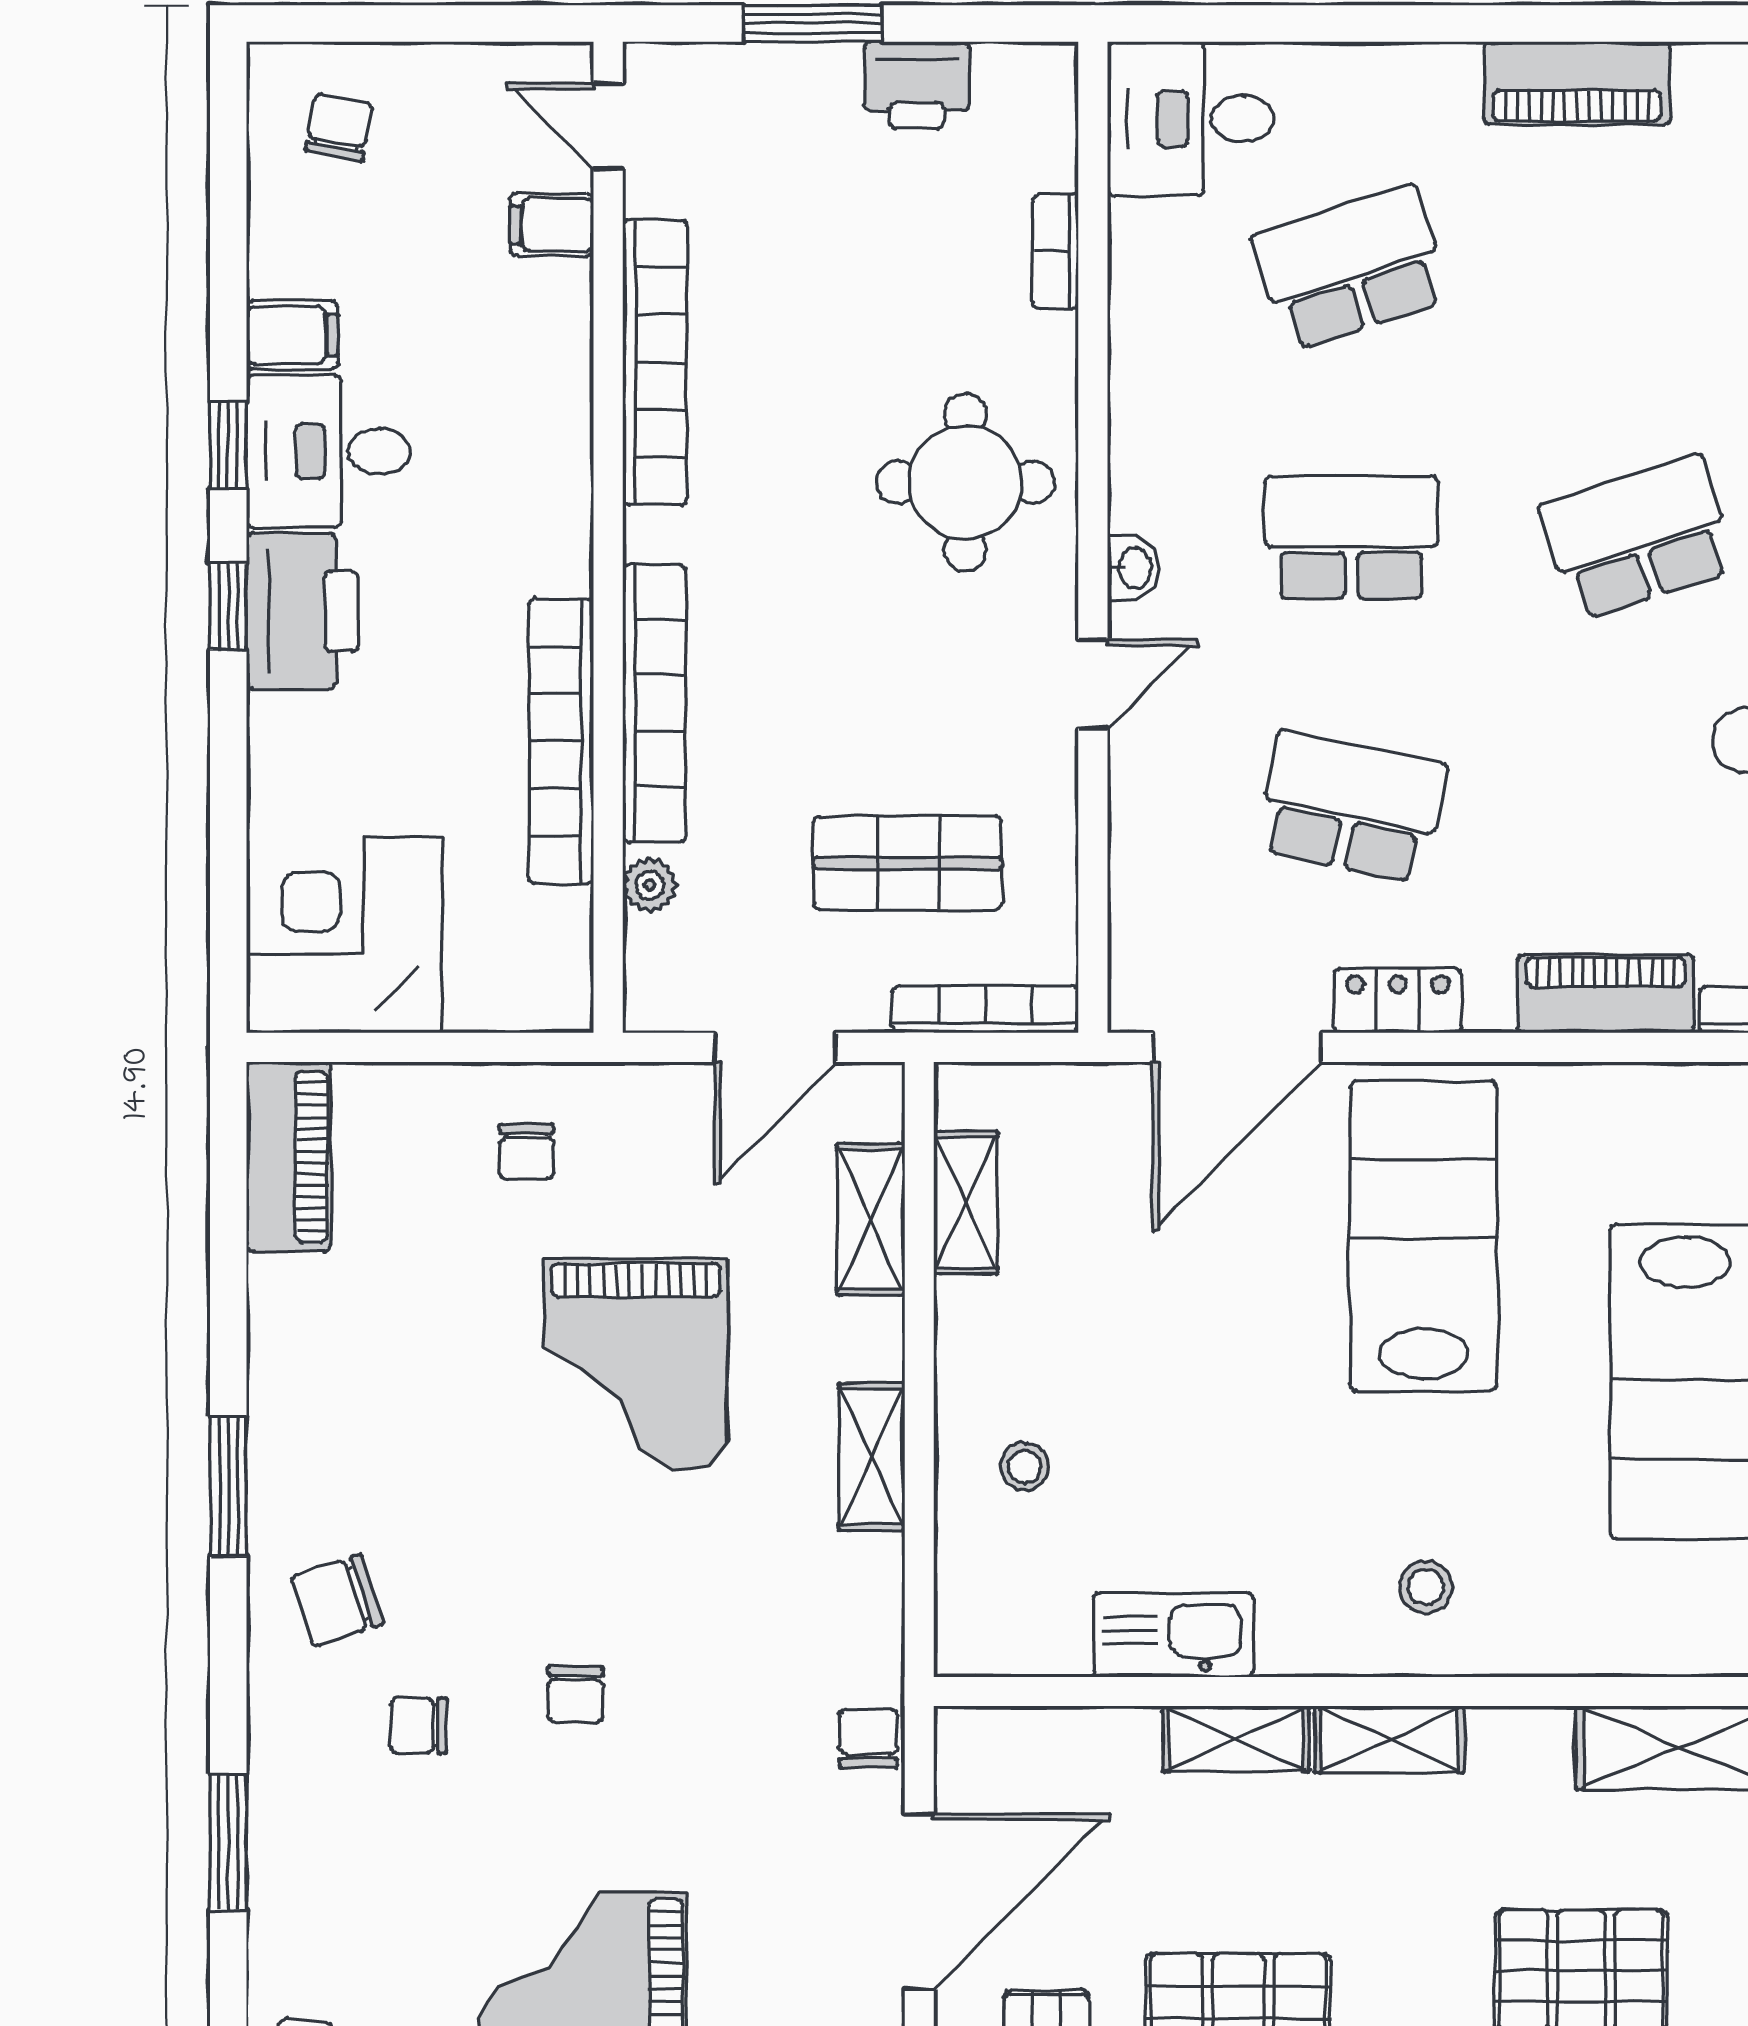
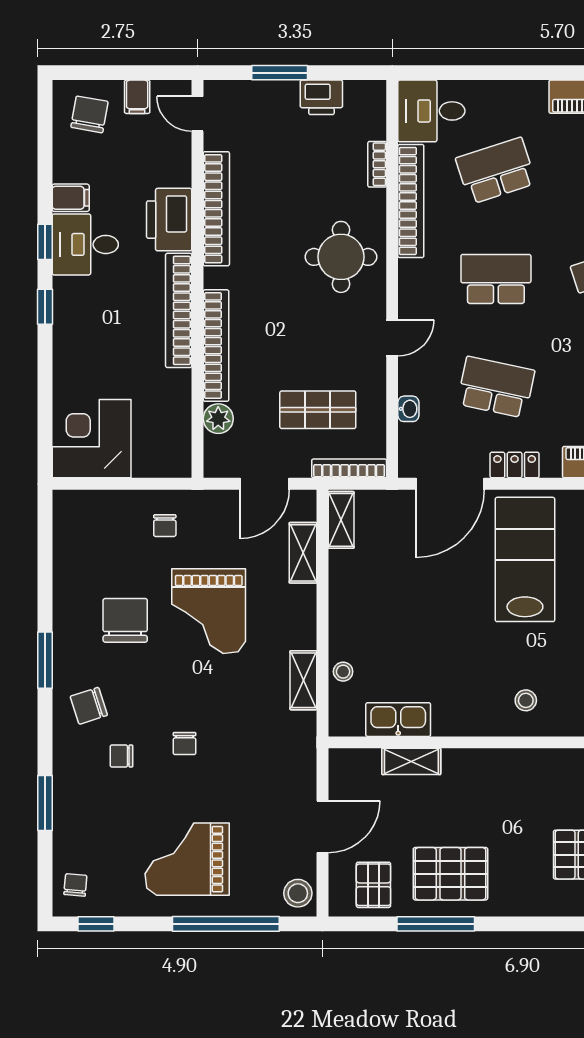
chair: (339, 127) -> (89, 114), width x1.37, depth x1.37
filing cabinet: (552, 225) -> (137, 97), moved, turned -90
bookcase: (1139, 343) -> (411, 201), added
washbasin: (1133, 568) -> (408, 409), moved
printer: (302, 611) -> (169, 220), moved, turned 180
bookcase: (561, 741) -> (179, 310), moved
plant: (650, 885) -> (218, 419), width x1.38, depth x1.38
piano: (289, 1157) -> (69, 528), removed
shelving: (966, 1203) -> (341, 520), moved
shelving: (872, 1457) -> (303, 680), moved
stool: (1025, 1467) -> (343, 672), moved
kitchen sink: (1173, 1635) -> (398, 720), moved
chair: (868, 1738) -> (125, 620), moved, width x1.87, depth x1.87
shelving: (1236, 1739) -> (411, 761), moved
shelving: (1389, 1739) -> (511, 762), removed
door: (919, 1902) -> (322, 827), width x0.73

